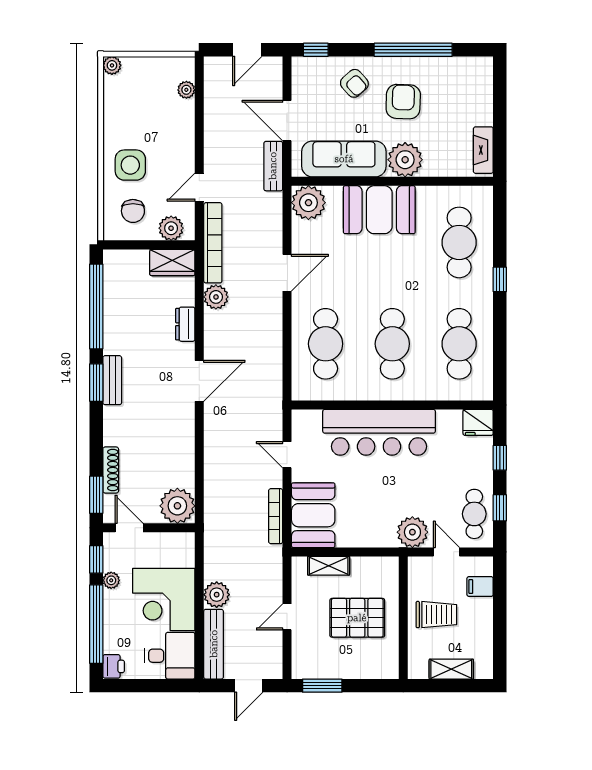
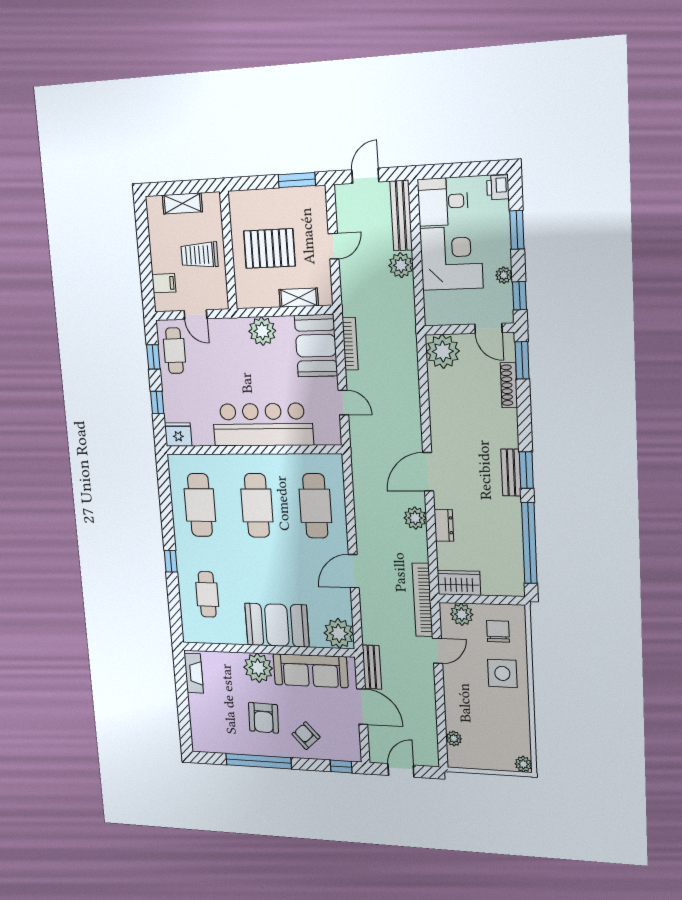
cafe table: (459, 242) -> (207, 594), width x0.73, depth x0.74
plant: (216, 297) -> (415, 518), moved
plant: (412, 532) -> (262, 331), moved
window: (96, 624) -> (517, 230), width x0.47

